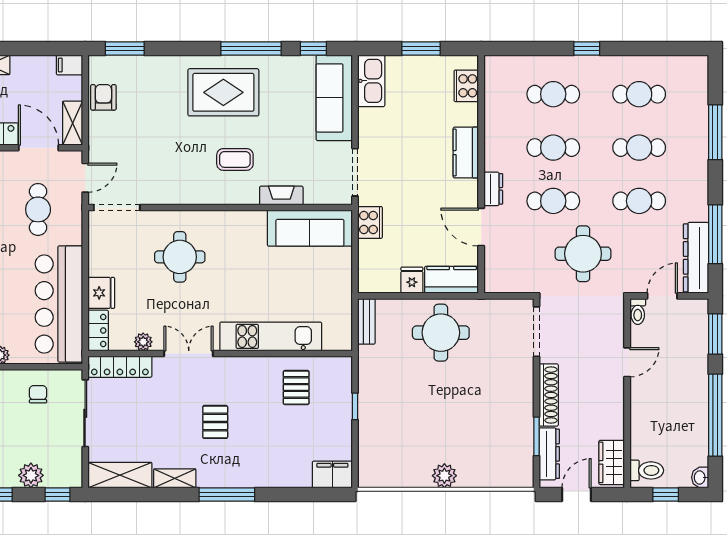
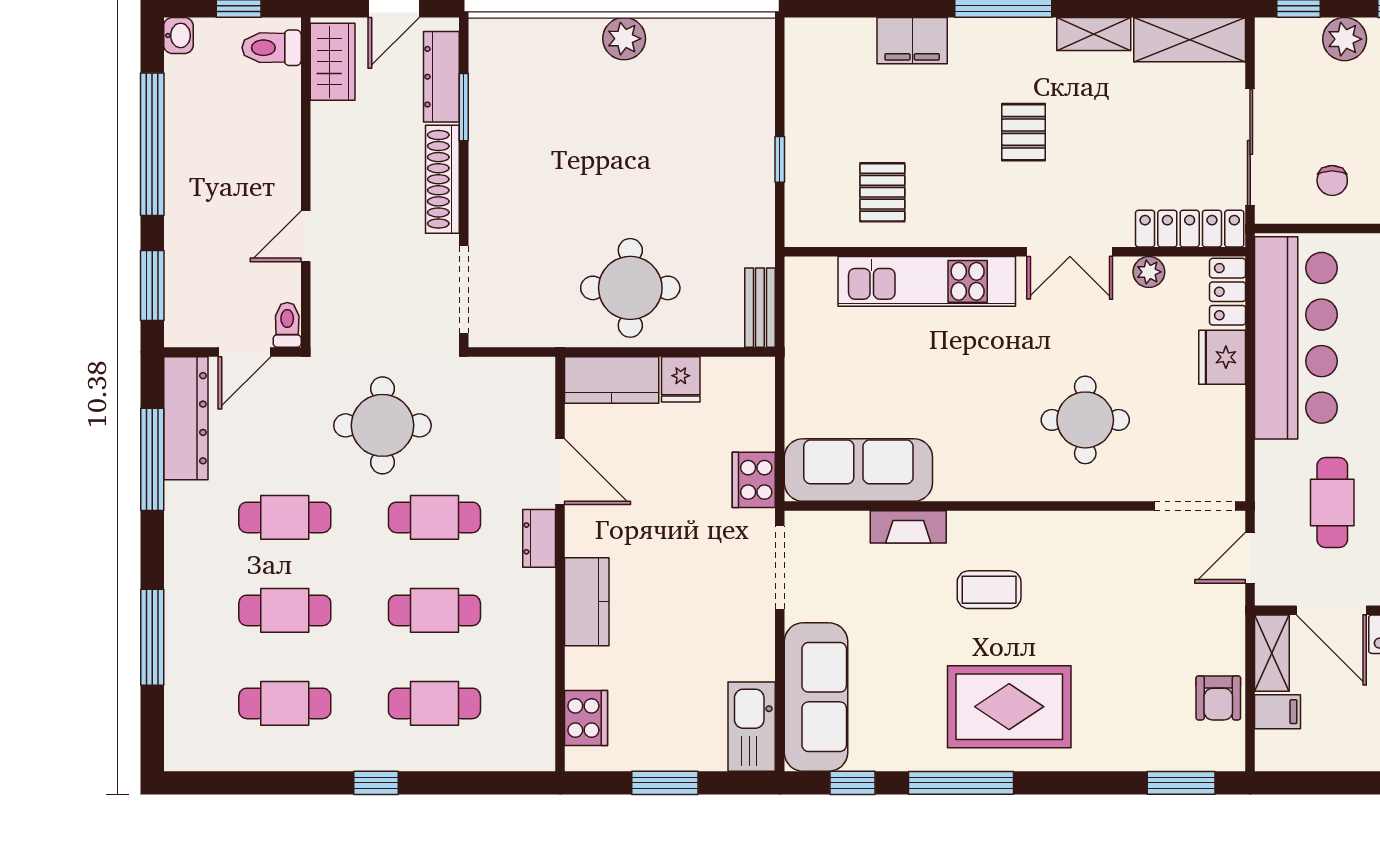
filing cabinet: (69, 65) -> (1277, 712), moved
filing cabinet: (332, 475) -> (912, 41), moved

